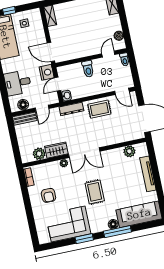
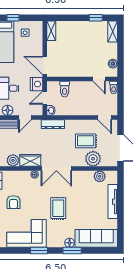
door: (108, 54) -> (99, 79), swing flipped
toilet: (88, 69) -> (65, 89), moved
rug: (99, 109) -> (86, 141), moved
plant: (119, 135) -> (93, 159), added
window: (117, 232) -> (72, 251), width x0.69

